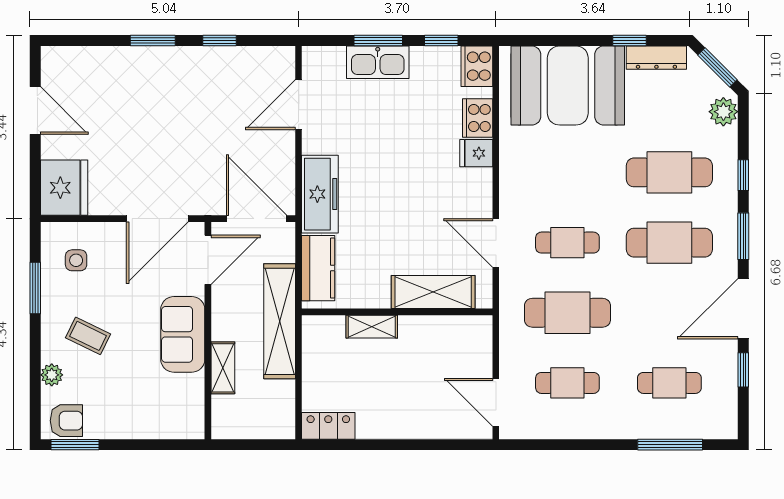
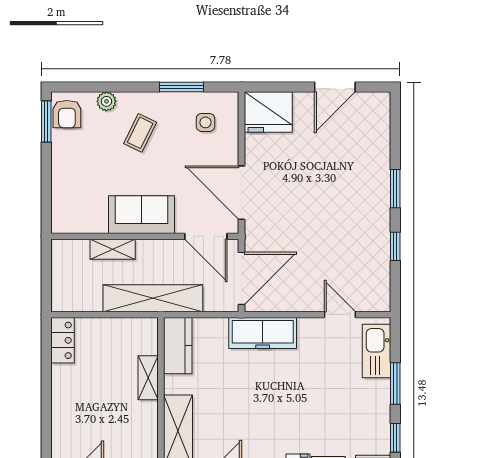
kitchen sink: (378, 62) -> (377, 351), moved
door: (299, 105) -> (340, 315), width x0.73
kitchen counter: (318, 268) -> (178, 346), moved, turned -90

